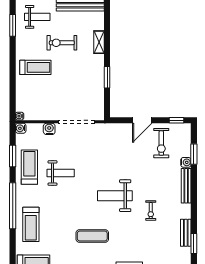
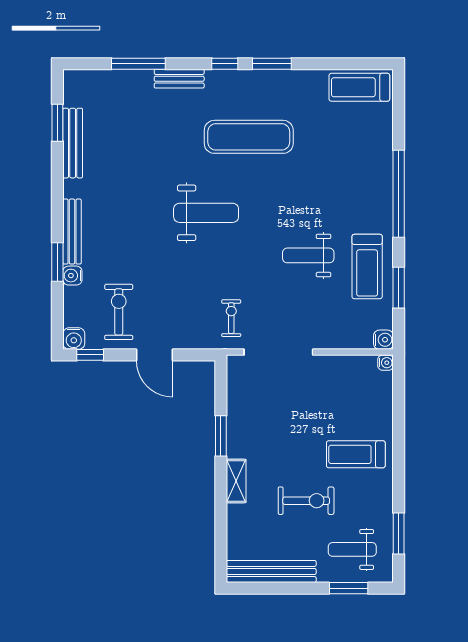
shelving: (99, 42) -> (236, 481), moved
door: (142, 120) -> (154, 355), swing flipped
water cooler: (49, 129) -> (74, 339), moved
window: (194, 154) -> (57, 262), moved
exercise bike: (151, 211) -> (231, 318), moved
treadmill: (31, 224) -> (365, 159), removed
bench: (186, 233) -> (73, 143), width x1.36
exercise mat: (92, 236) -> (249, 137), width x1.36, depth x1.45

